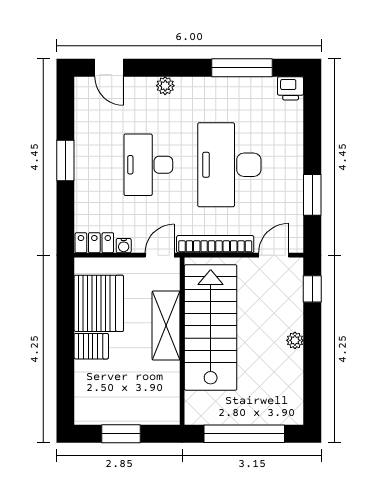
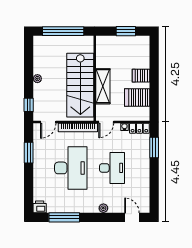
window: (65, 160) -> (154, 147), moved
server rack: (99, 303) -> (137, 97), width x0.62

